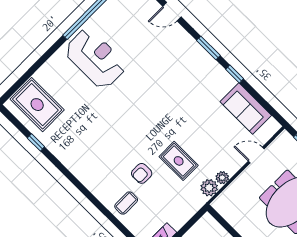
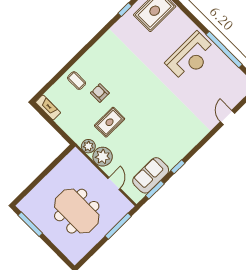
window: (208, 48) -> (155, 190), moved
plant: (222, 178) -> (103, 157), width x1.88, depth x1.88

